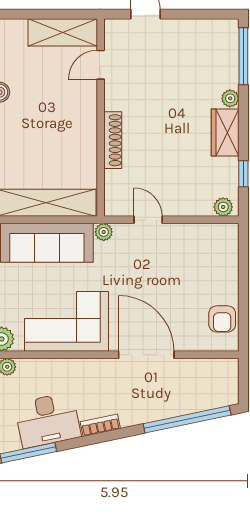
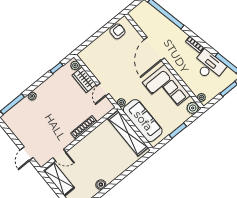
wardrobe: (225, 132) -> (84, 80), moved, turned 90

